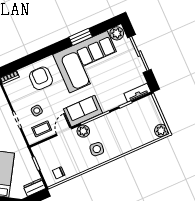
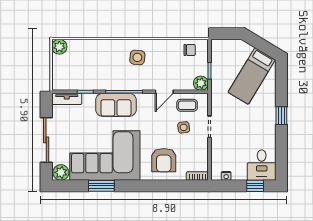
sofa: (83, 111) -> (116, 105), moved
plant: (83, 131) -> (201, 83), moved
dresser: (34, 187) -> (223, 46), removed

